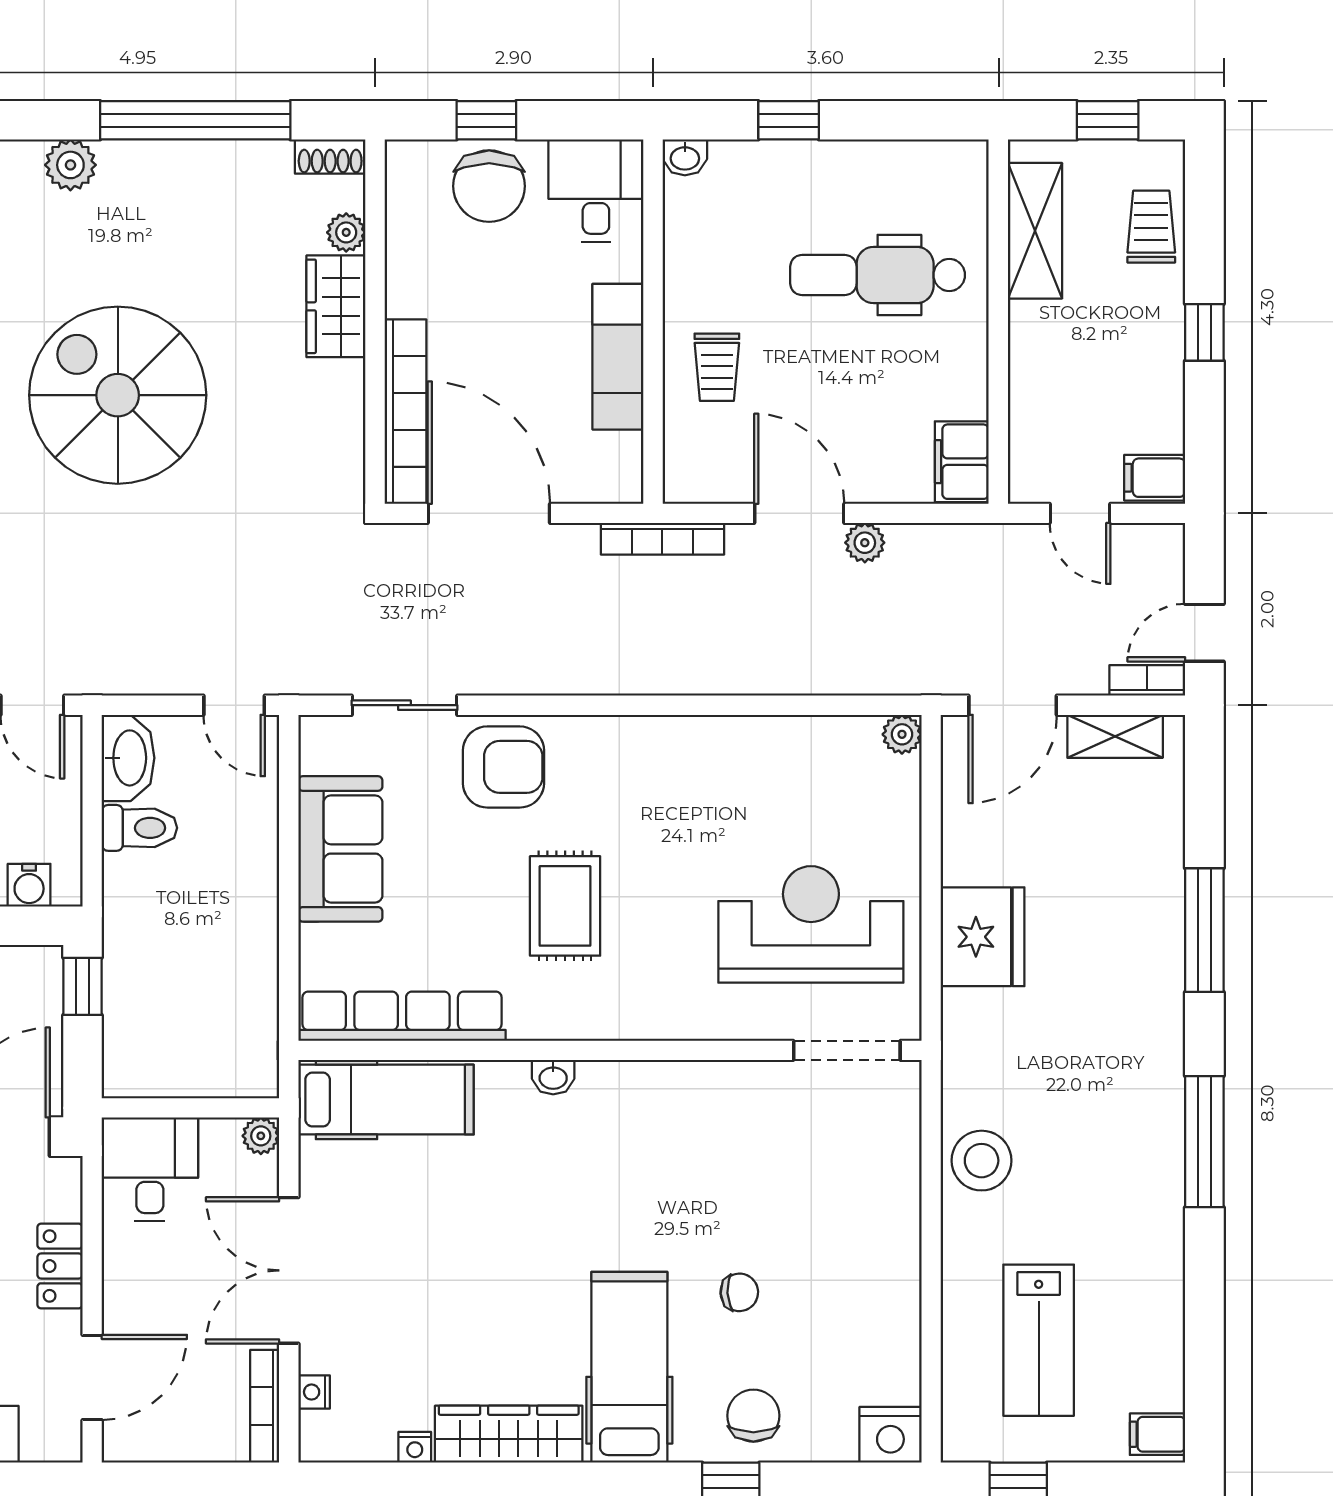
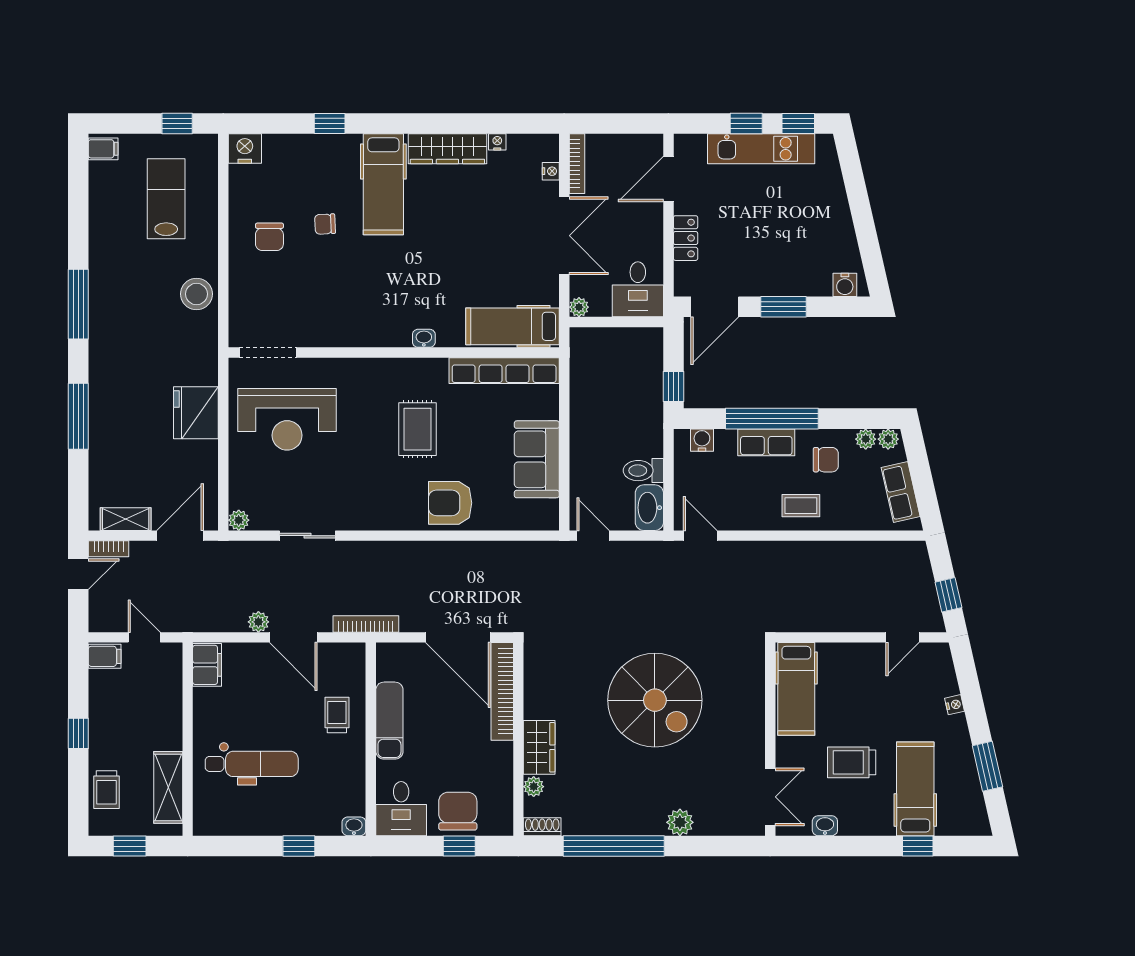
sliding door: (404, 705) -> (307, 536), moved
chair: (753, 1416) -> (269, 237), moved

